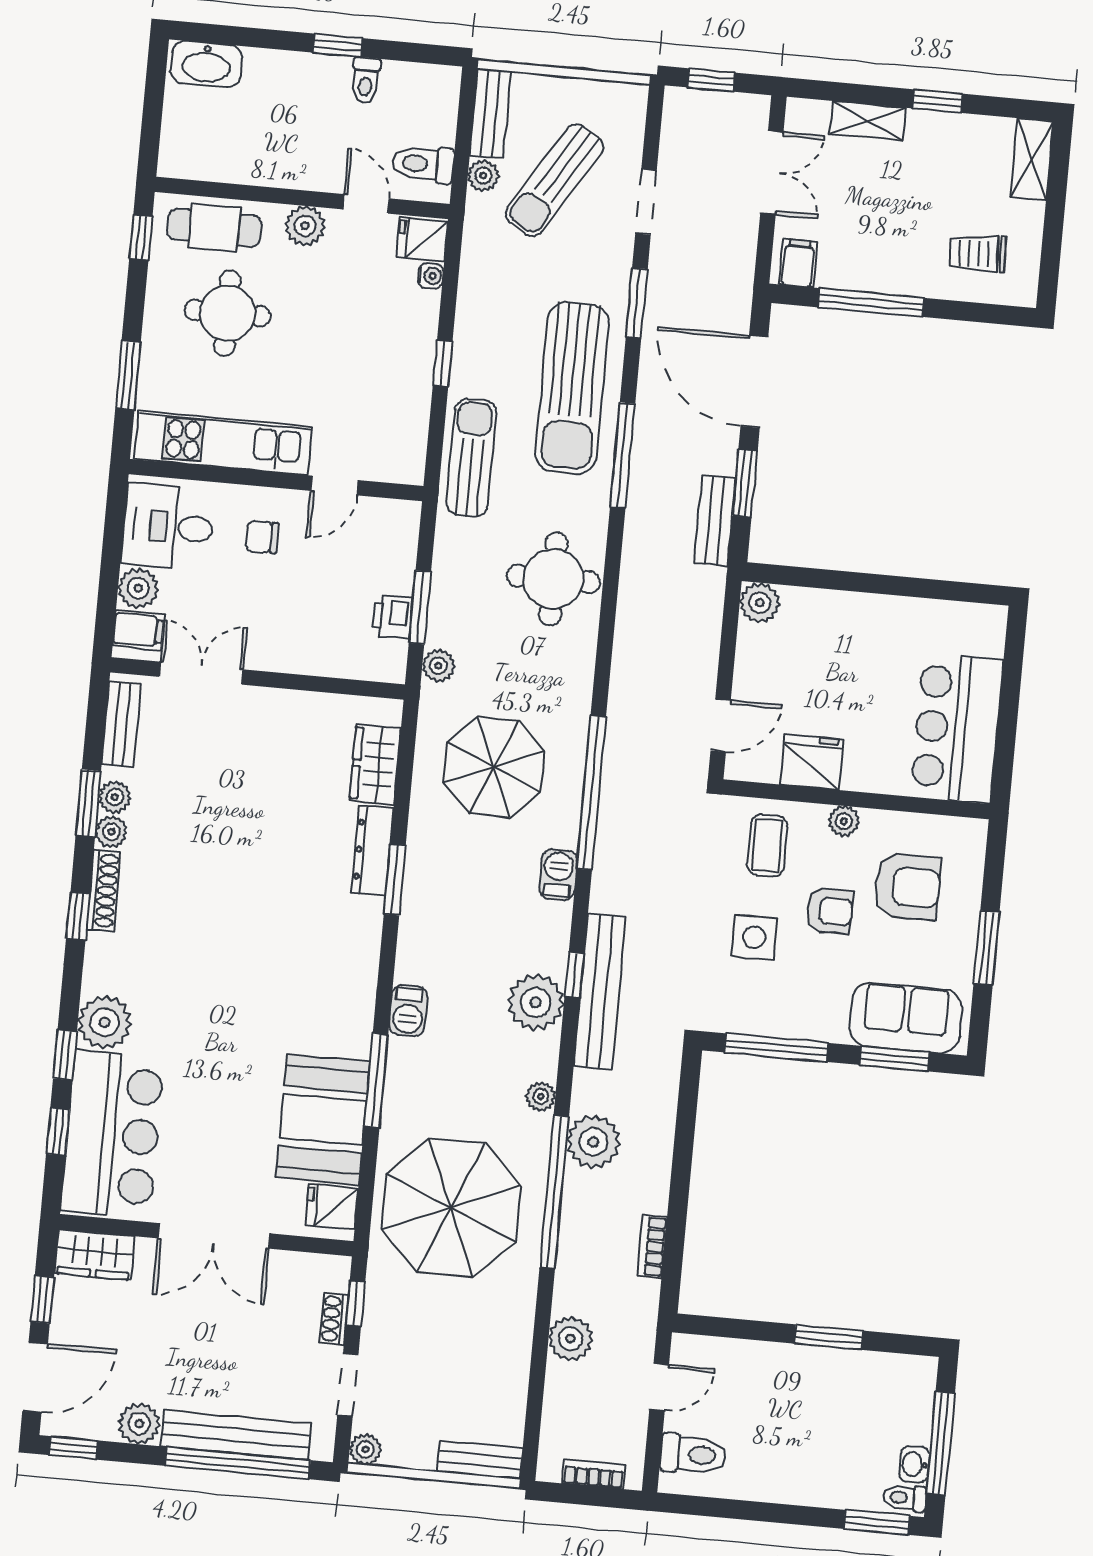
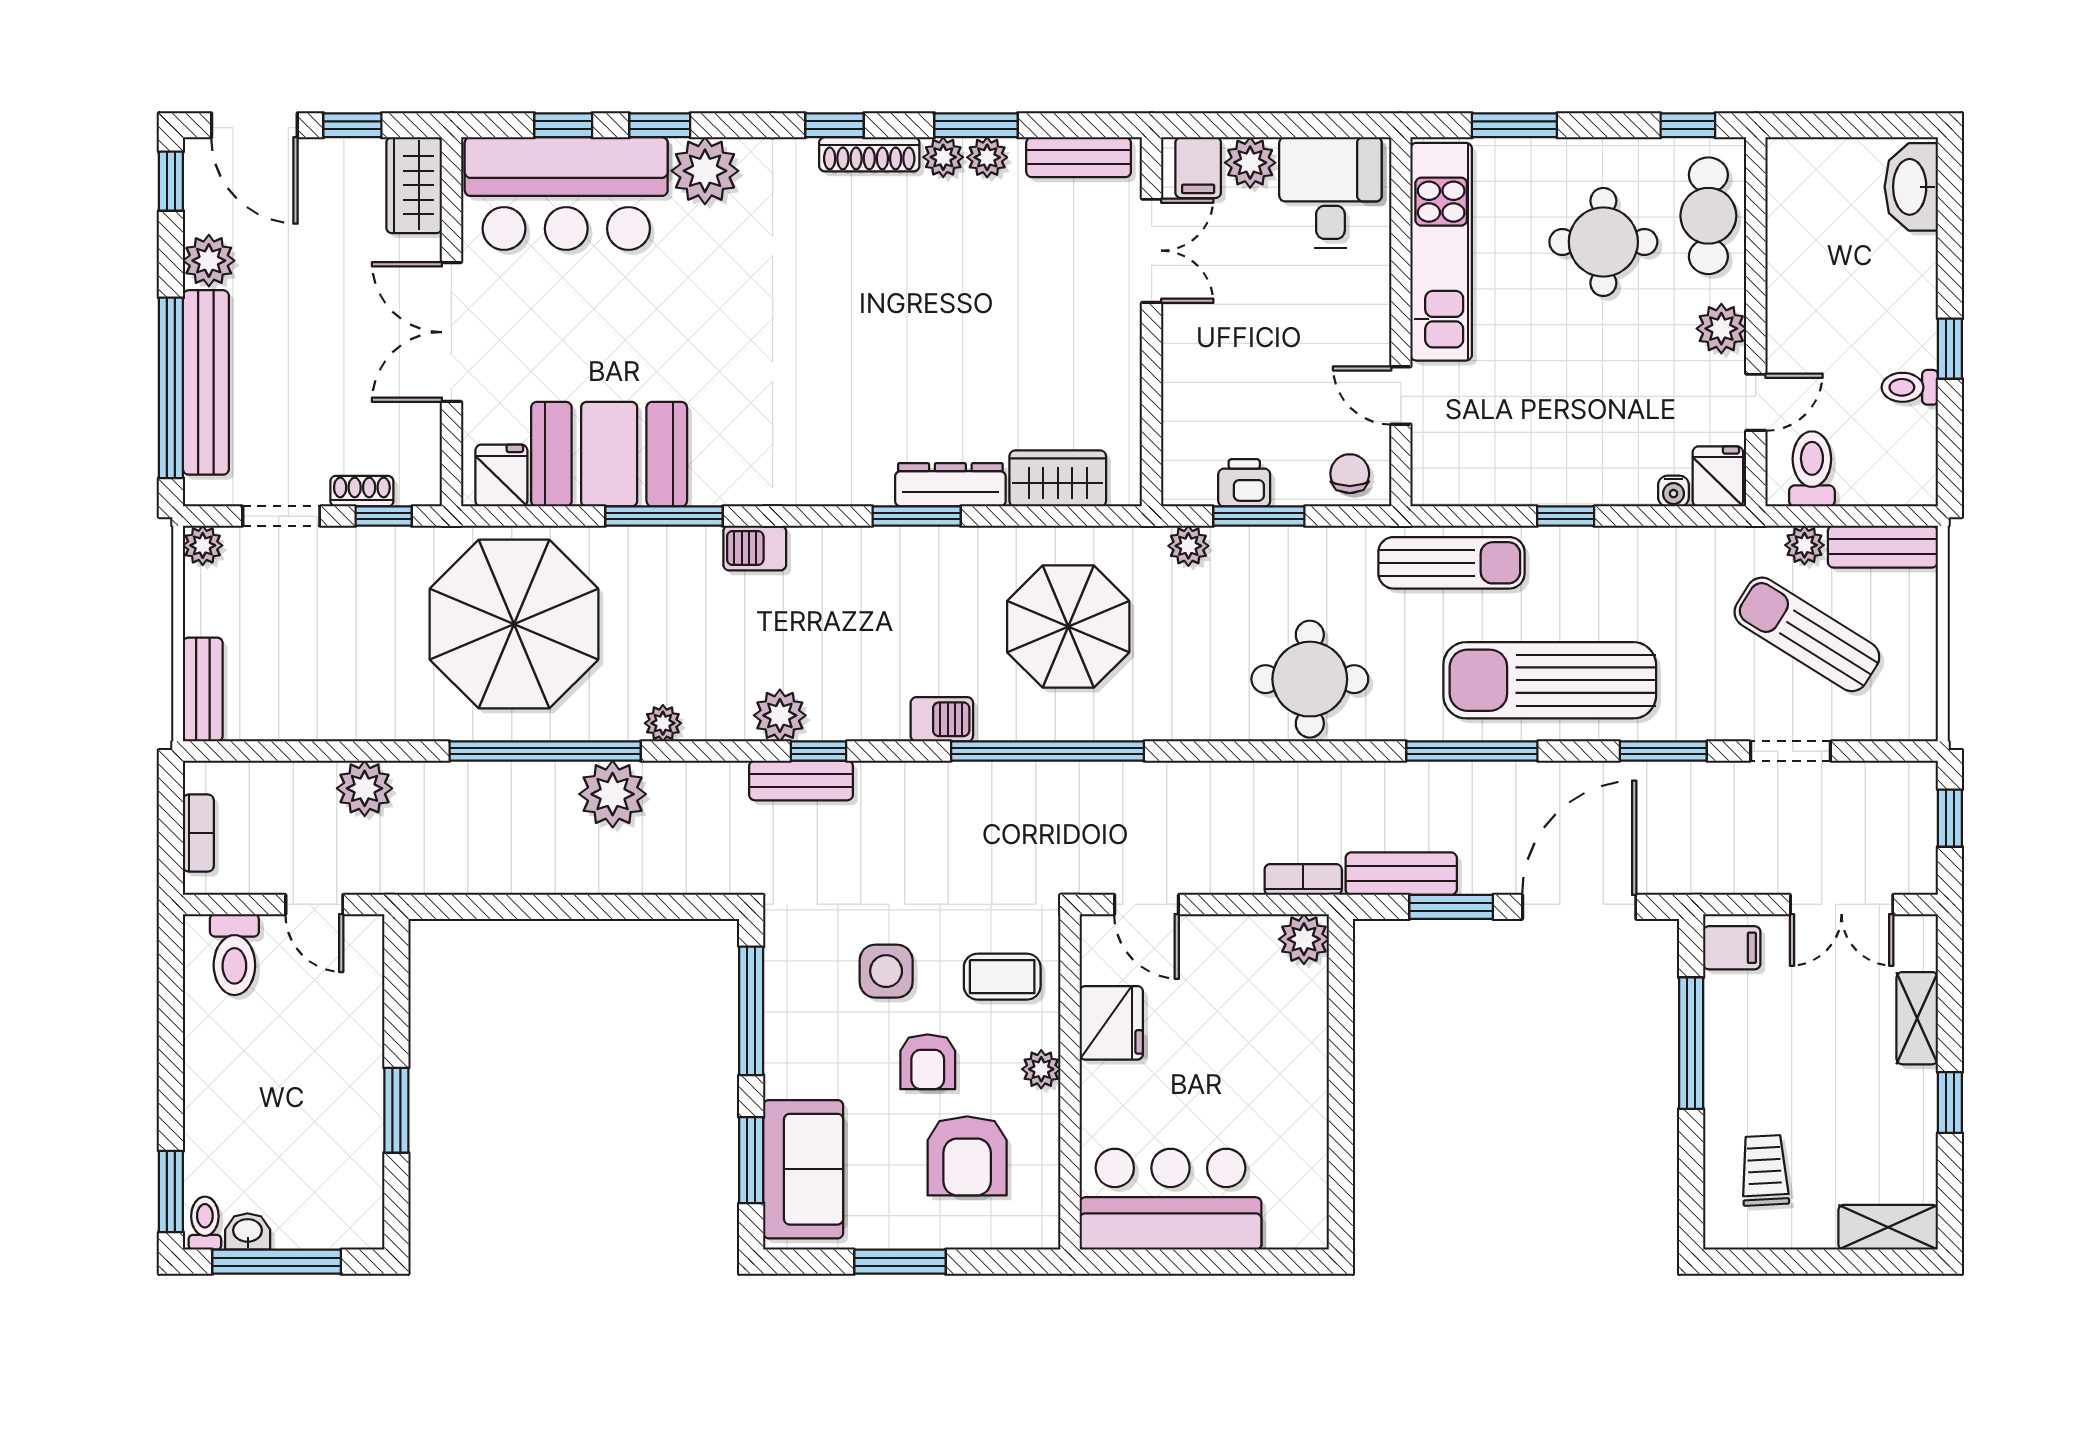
chair: (262, 537) -> (1350, 474), moved
bench: (600, 991) -> (801, 780), width x0.54, depth x0.82
plant: (536, 1002) -> (780, 715), width x0.73, depth x0.73
bookcase: (652, 1247) -> (1303, 879), moved

